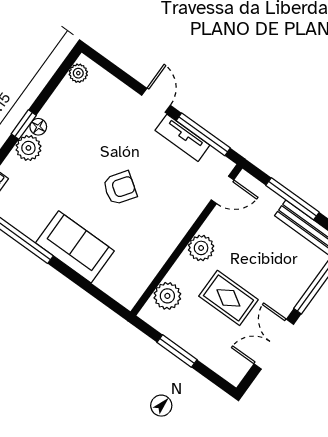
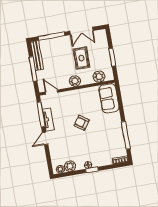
plant: (28, 148) -> (70, 166), moved
sofa: (75, 247) -> (109, 98), moved

